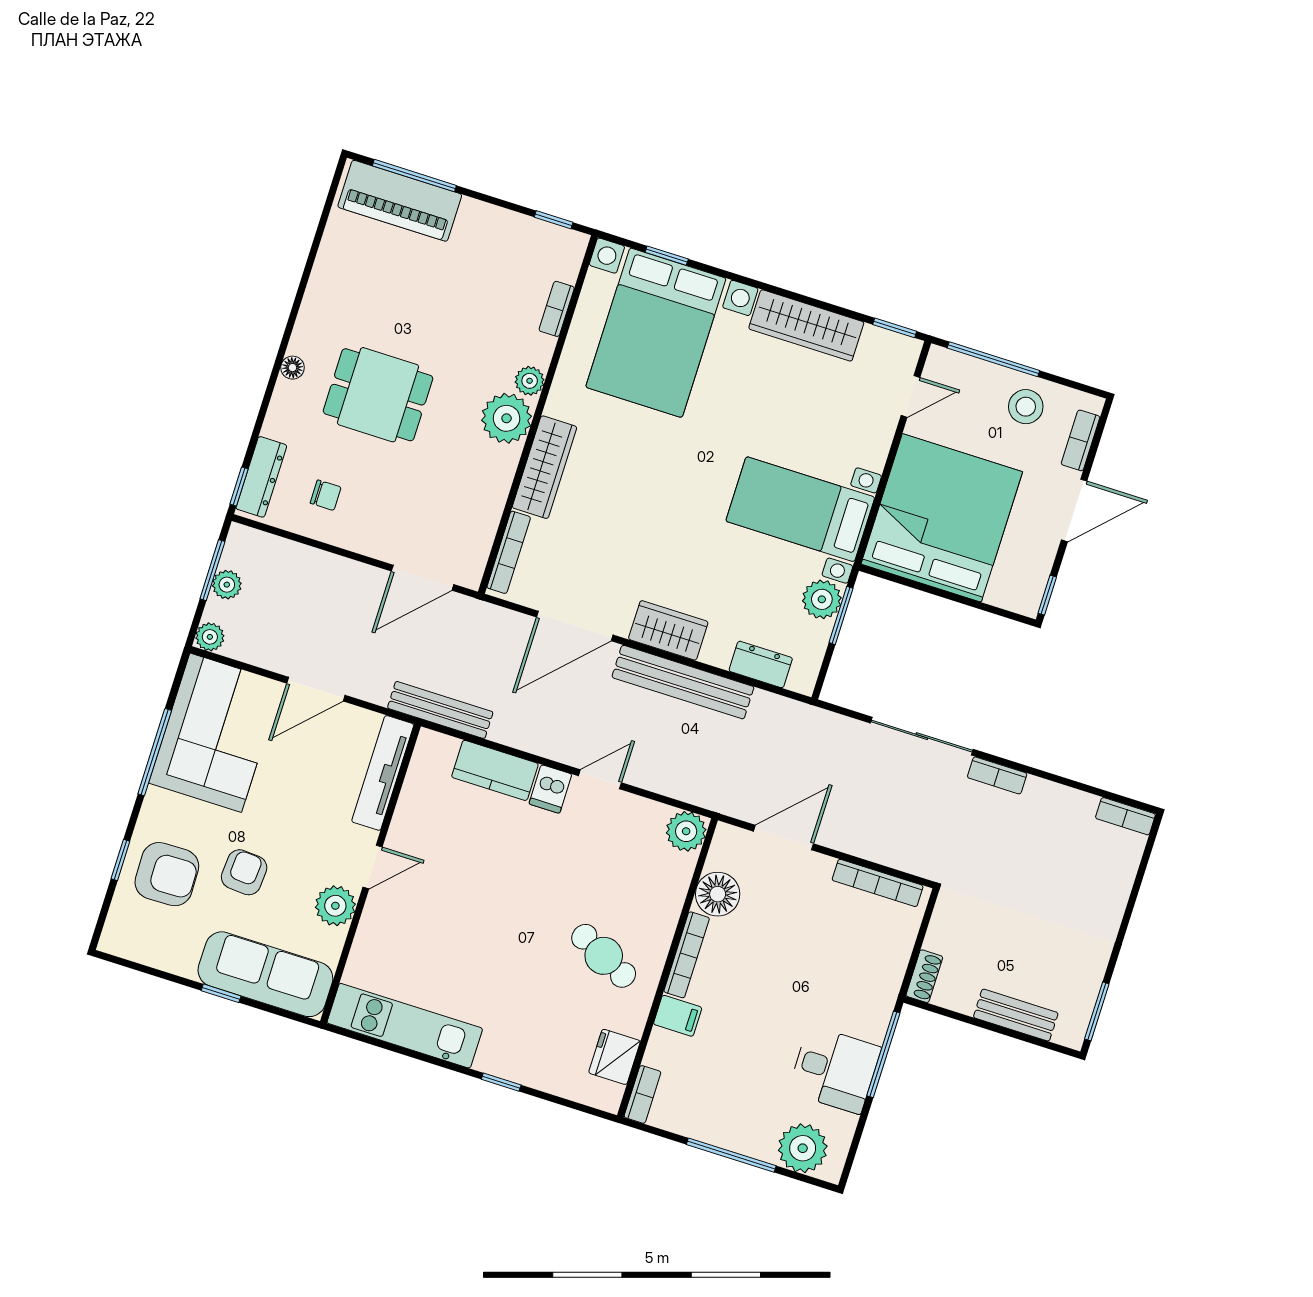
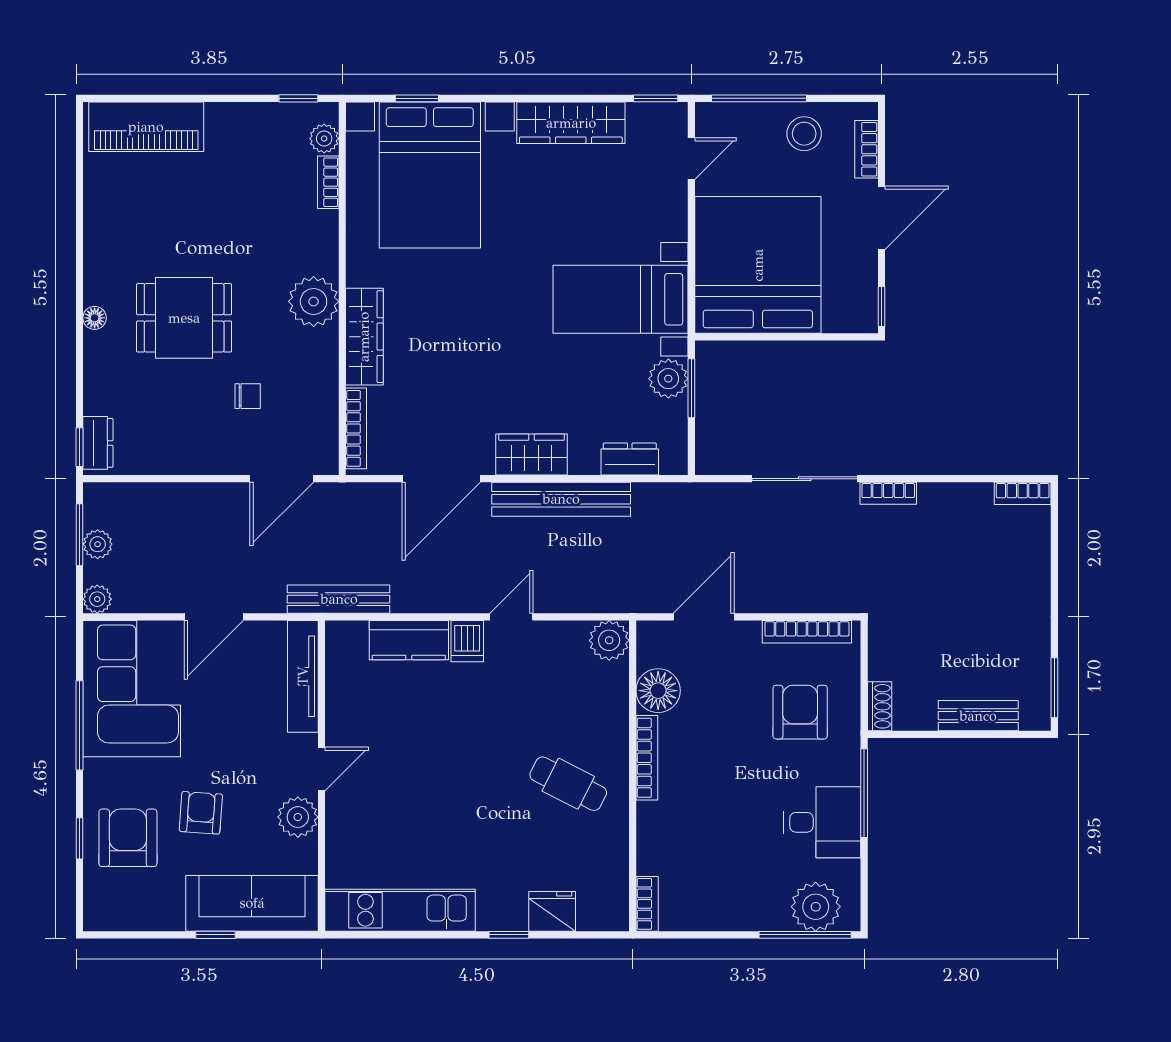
window: (414, 176) -> (153, 98), removed
plant: (530, 381) -> (324, 139), moved
dresser: (261, 477) -> (98, 443), width x0.70
chair: (326, 495) -> (248, 396), moved
armchair: (167, 874) -> (128, 838), turned -89
armchair: (847, 958) -> (800, 712), added
filing cabinet: (678, 1016) -> (657, 818), removed
fridge: (615, 1057) -> (552, 911), moved, turned 90
window: (731, 1155) -> (805, 935), moved

